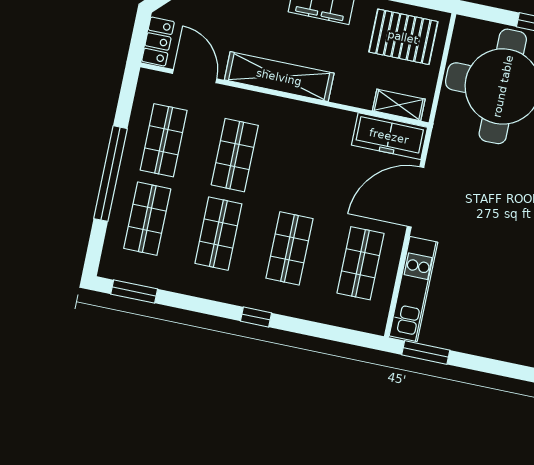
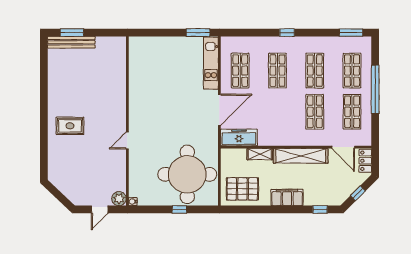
shelving: (399, 105) -> (260, 154), moved

